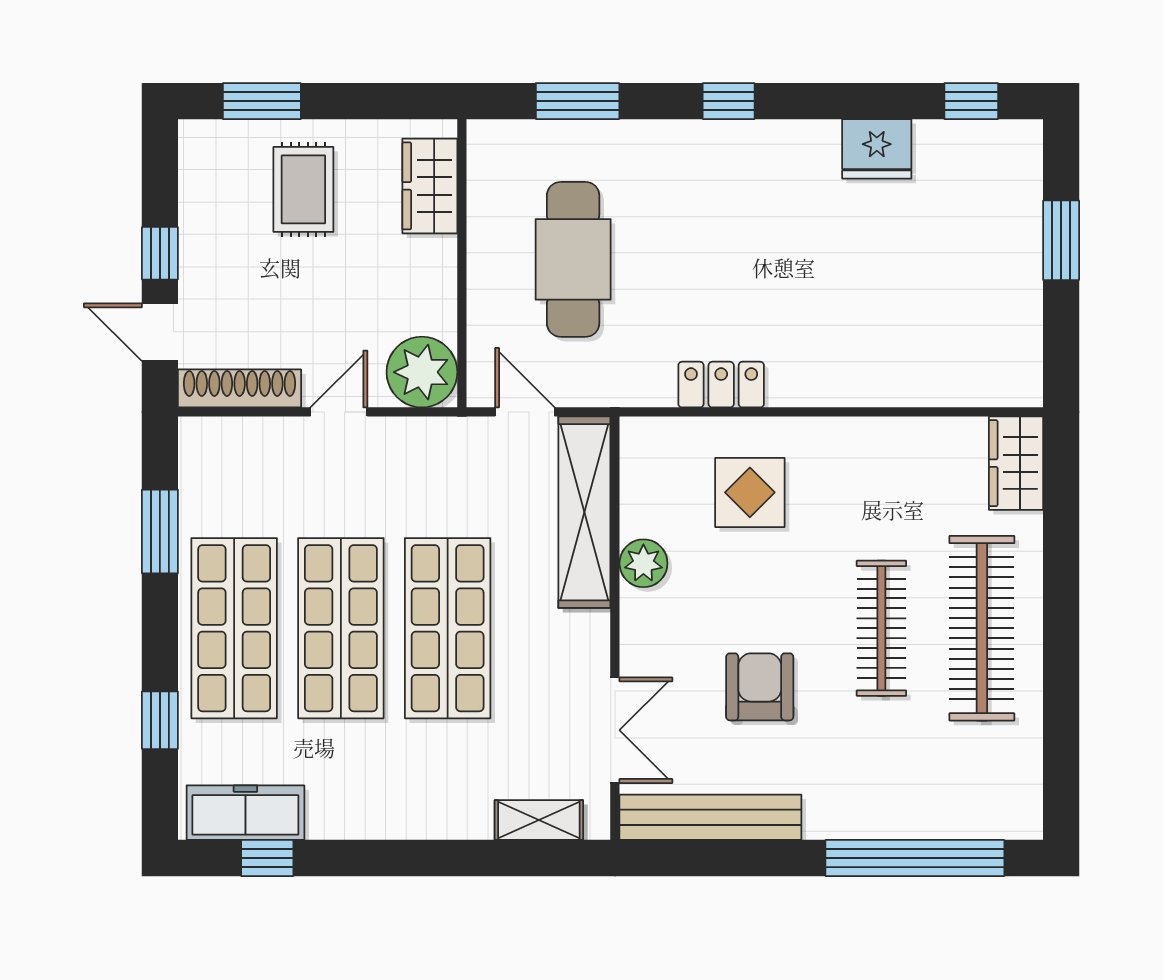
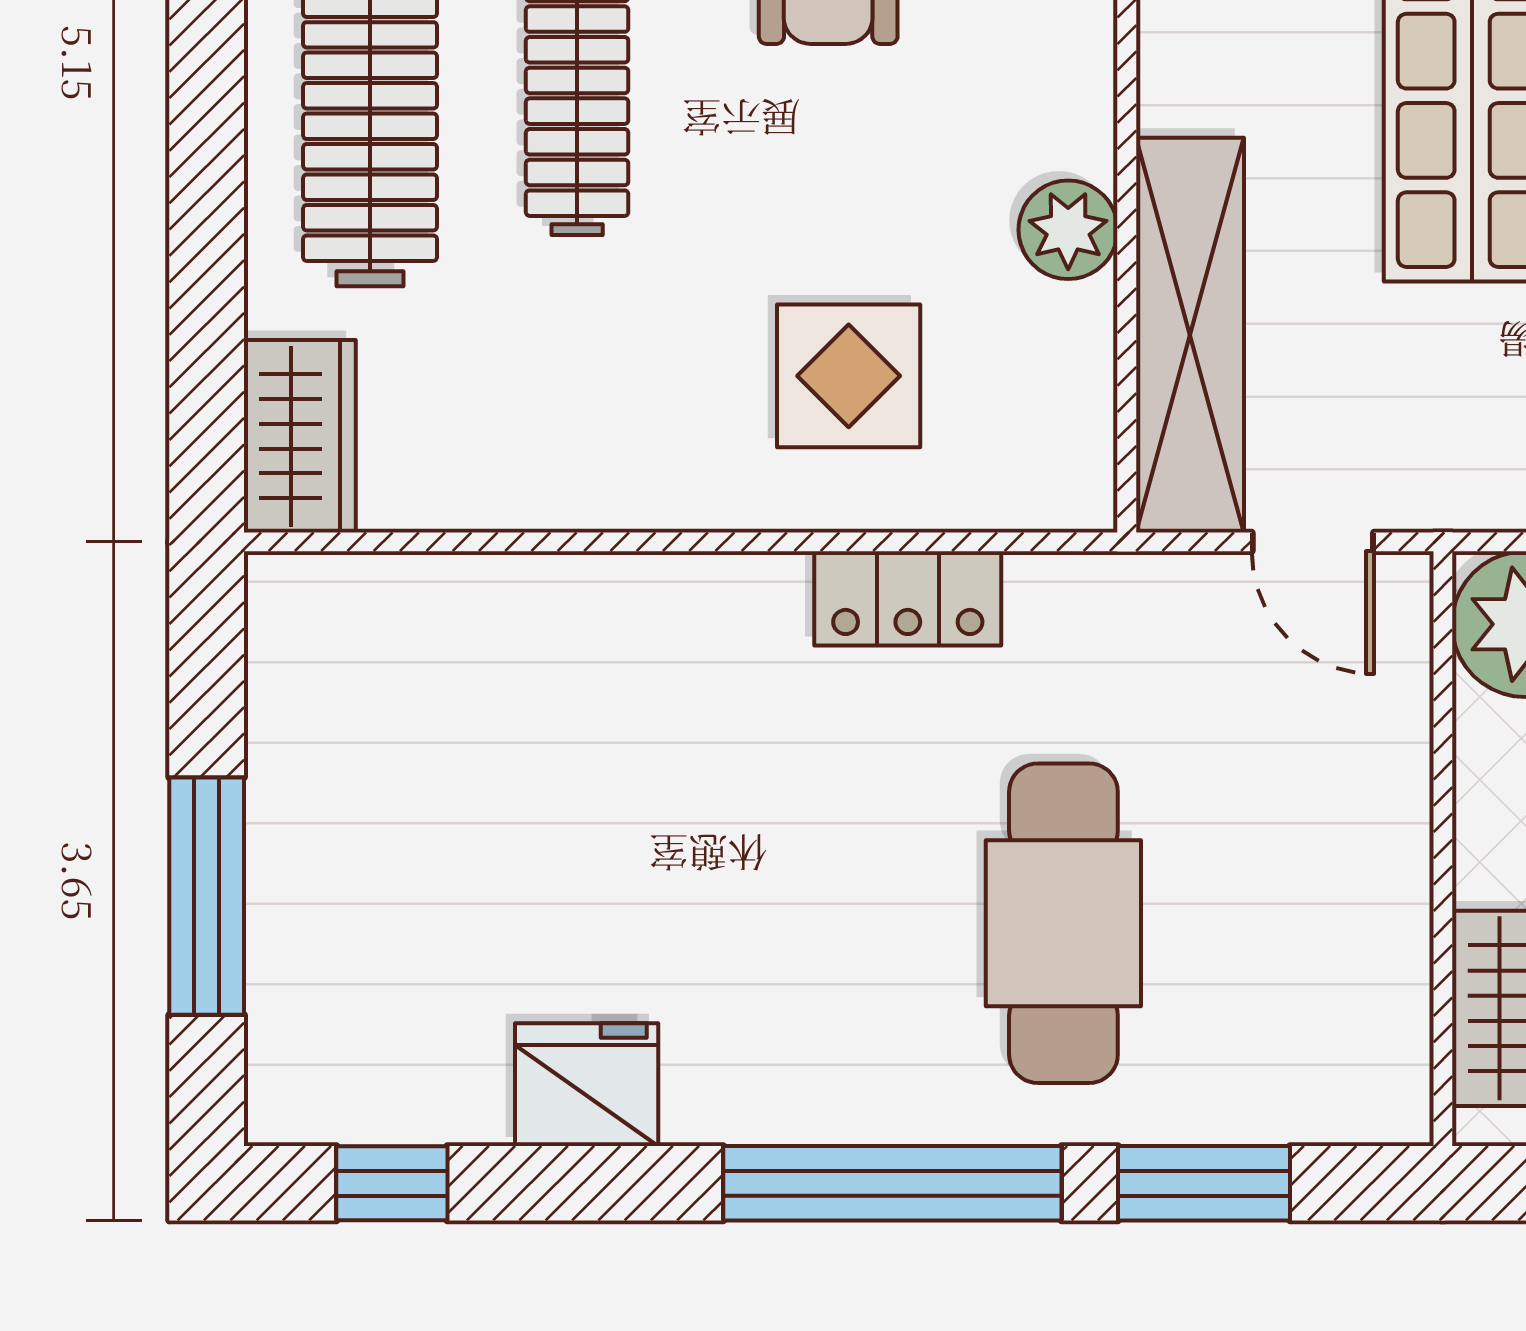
window: (729, 101) -> (892, 1183), width x3.17
window: (1061, 240) -> (207, 896), width x1.44
cafe table: (573, 259) -> (1063, 923), moved

